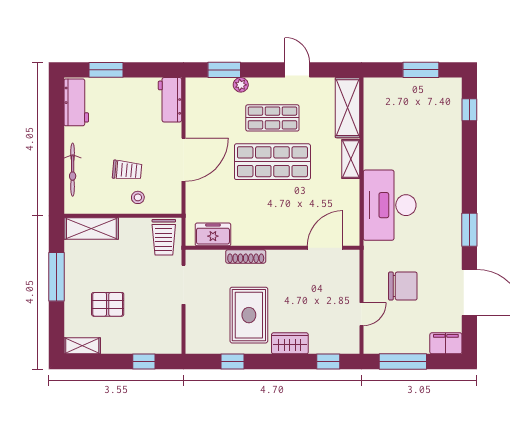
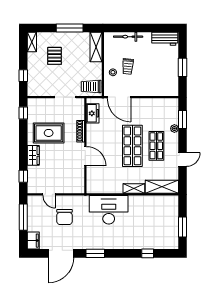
window: (106, 70) -> (183, 67), moved
workbench: (170, 100) -> (166, 90), removed
window: (469, 110) -> (148, 253), moved
door: (183, 160) -> (119, 97), moved
door: (325, 248) -> (85, 156), moved
window: (233, 361) -> (23, 113), moved

